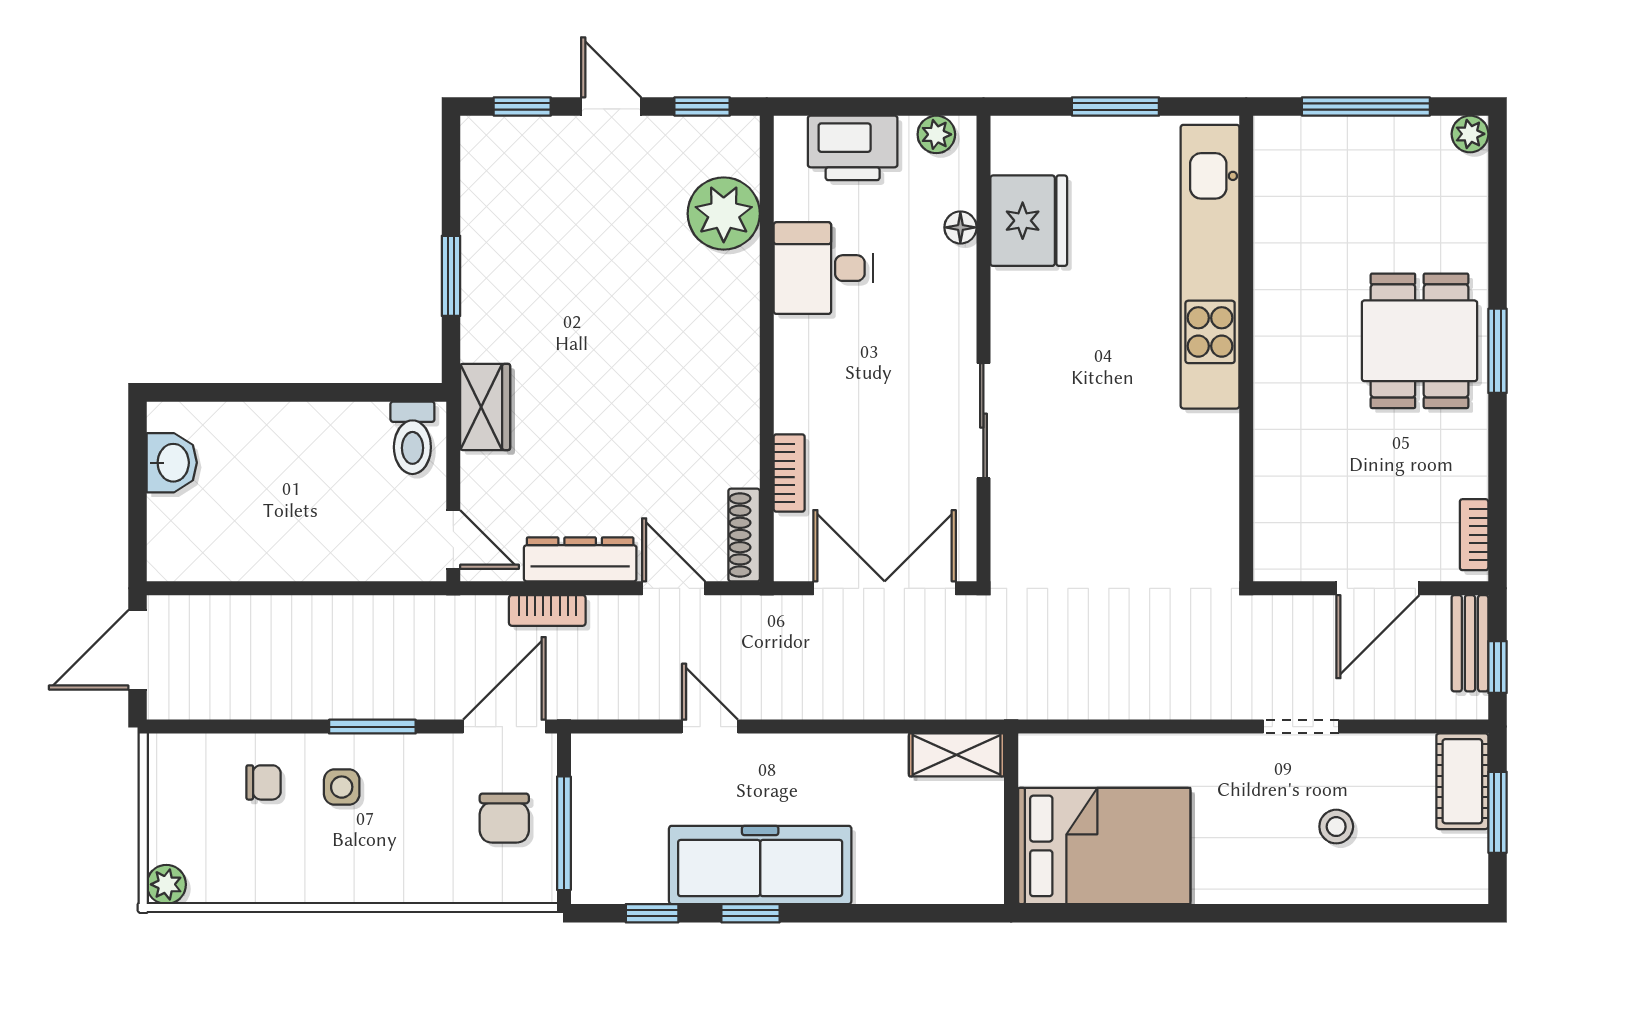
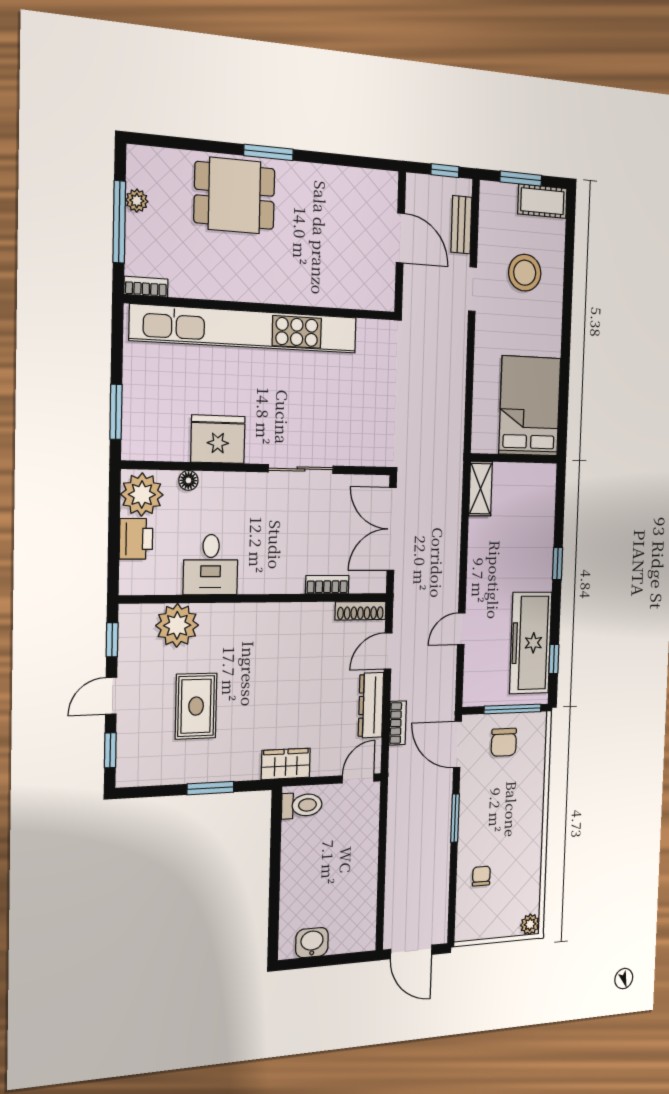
window: (1115, 106) -> (116, 412), moved
plant: (936, 134) -> (142, 495), width x1.88, depth x1.88
plant: (1470, 134) -> (137, 201), moved
printer: (853, 148) -> (136, 539), width x0.73, depth x0.84
fridge: (1029, 221) -> (218, 439), moved
rug: (589, 248) -> (196, 706), added
kitchen unit: (1210, 267) -> (245, 329), width x1.36
dining table: (1419, 341) -> (235, 196), moved
bookcase: (1474, 535) -> (146, 287), moved, turned 180
bench: (1470, 643) -> (461, 225), moved, turned 90
cot: (1462, 781) -> (542, 201), moved
side table: (342, 787) -> (485, 833), removed
chair: (504, 818) -> (504, 742), turned 90
stool: (1336, 827) -> (525, 273), width x1.89, depth x1.89
freezer: (760, 865) -> (531, 643), moved
window: (750, 913) -> (557, 563), moved

